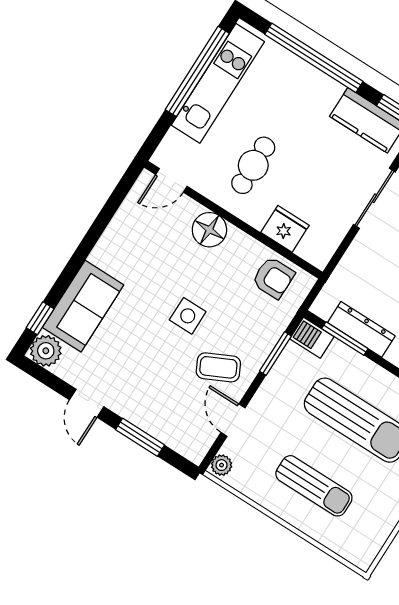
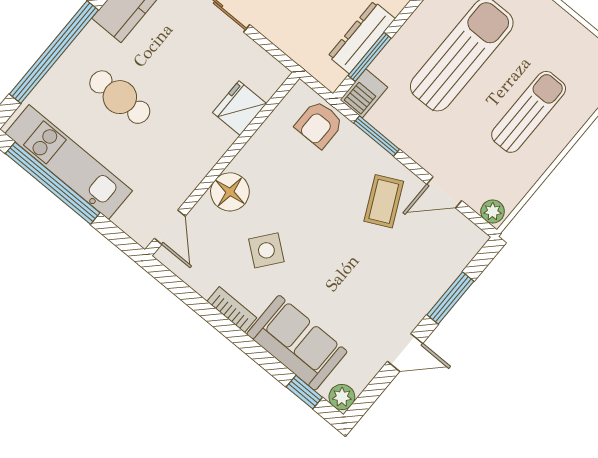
cafe table: (253, 165) -> (120, 97), moved
bookcase: (105, 245) -> (232, 309), added
armchair: (273, 278) -> (319, 124), moved, turned 180
side table: (188, 316) -> (266, 250), moved, turned 38
plant: (46, 351) -> (342, 397), width x0.73, depth x0.73

